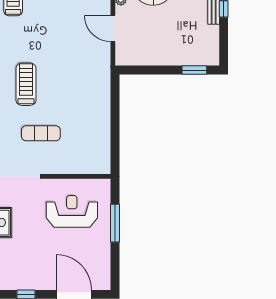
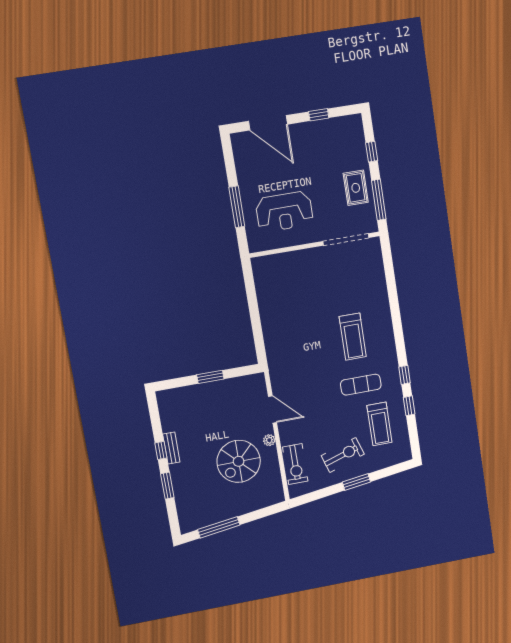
window: (194, 70) -> (210, 377), moved
exercise mat: (41, 133) -> (361, 385), moved

